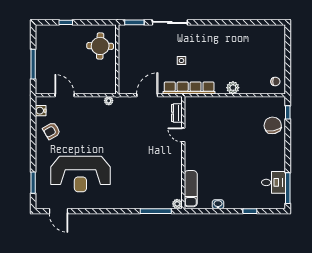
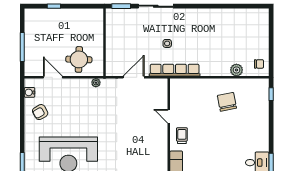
round table: (100, 46) -> (79, 59), moved
plant: (233, 88) -> (236, 70), moved
dresser: (177, 113) -> (163, 95), removed
chair: (273, 125) -> (227, 102), moved
trolley: (197, 155) -> (182, 136), added

